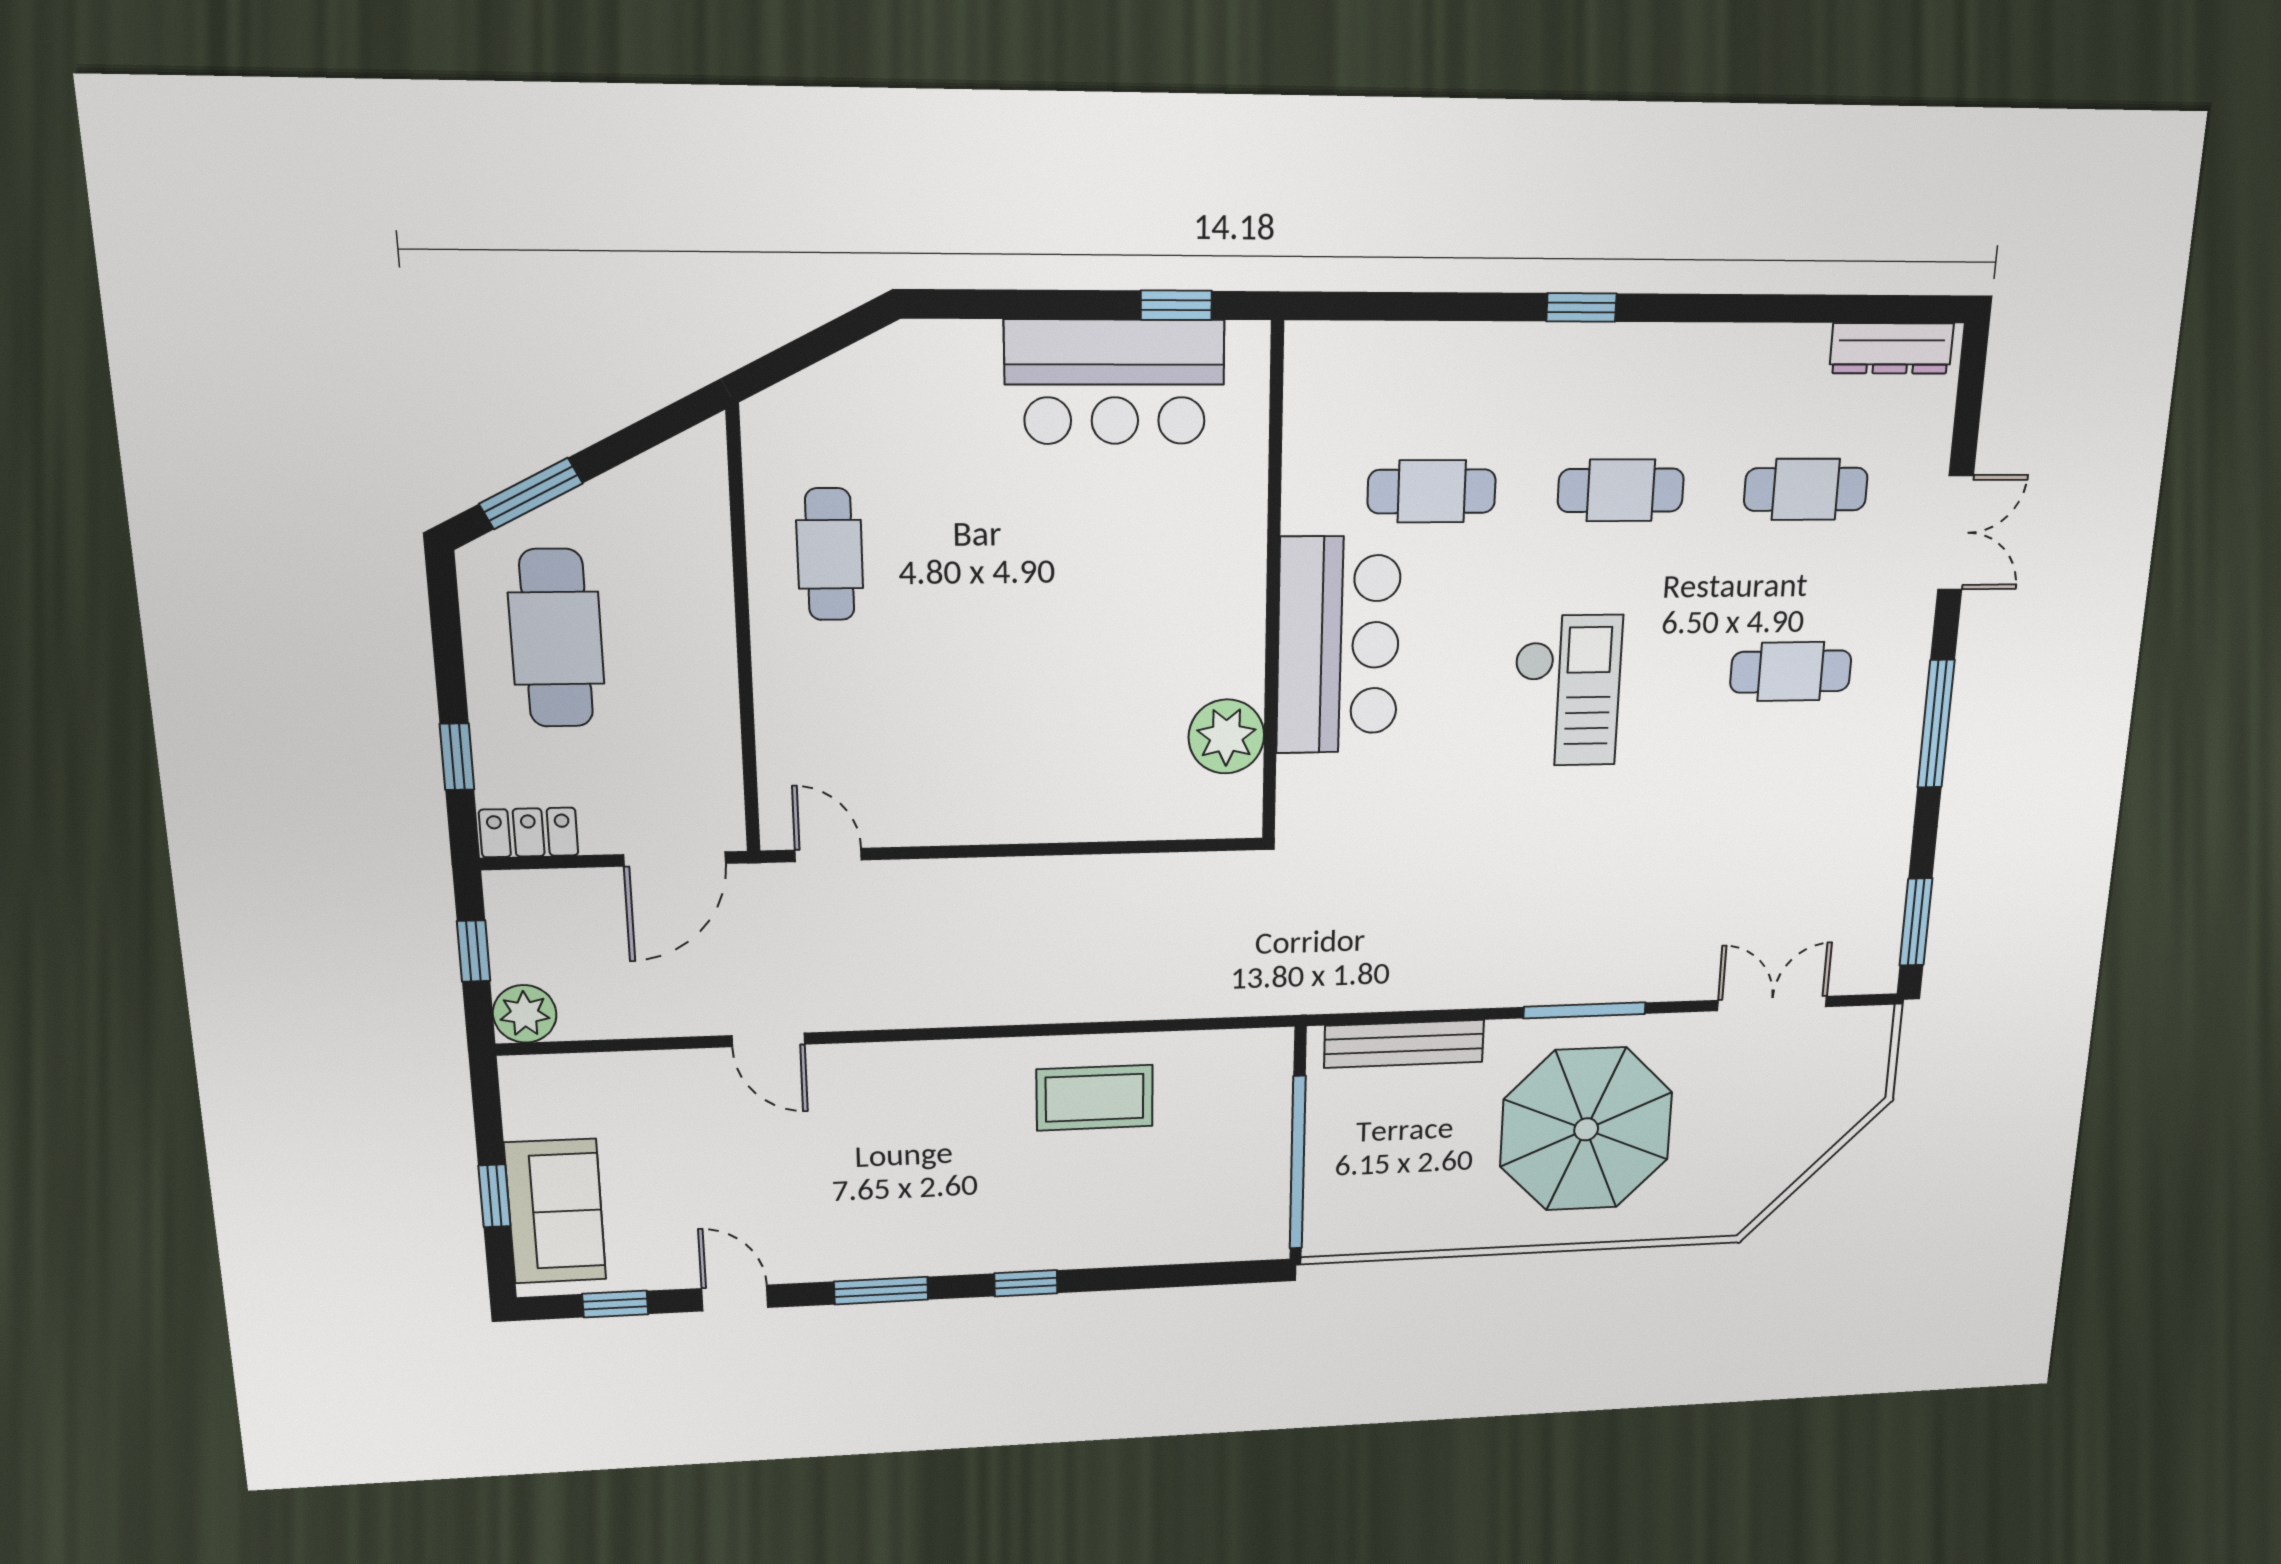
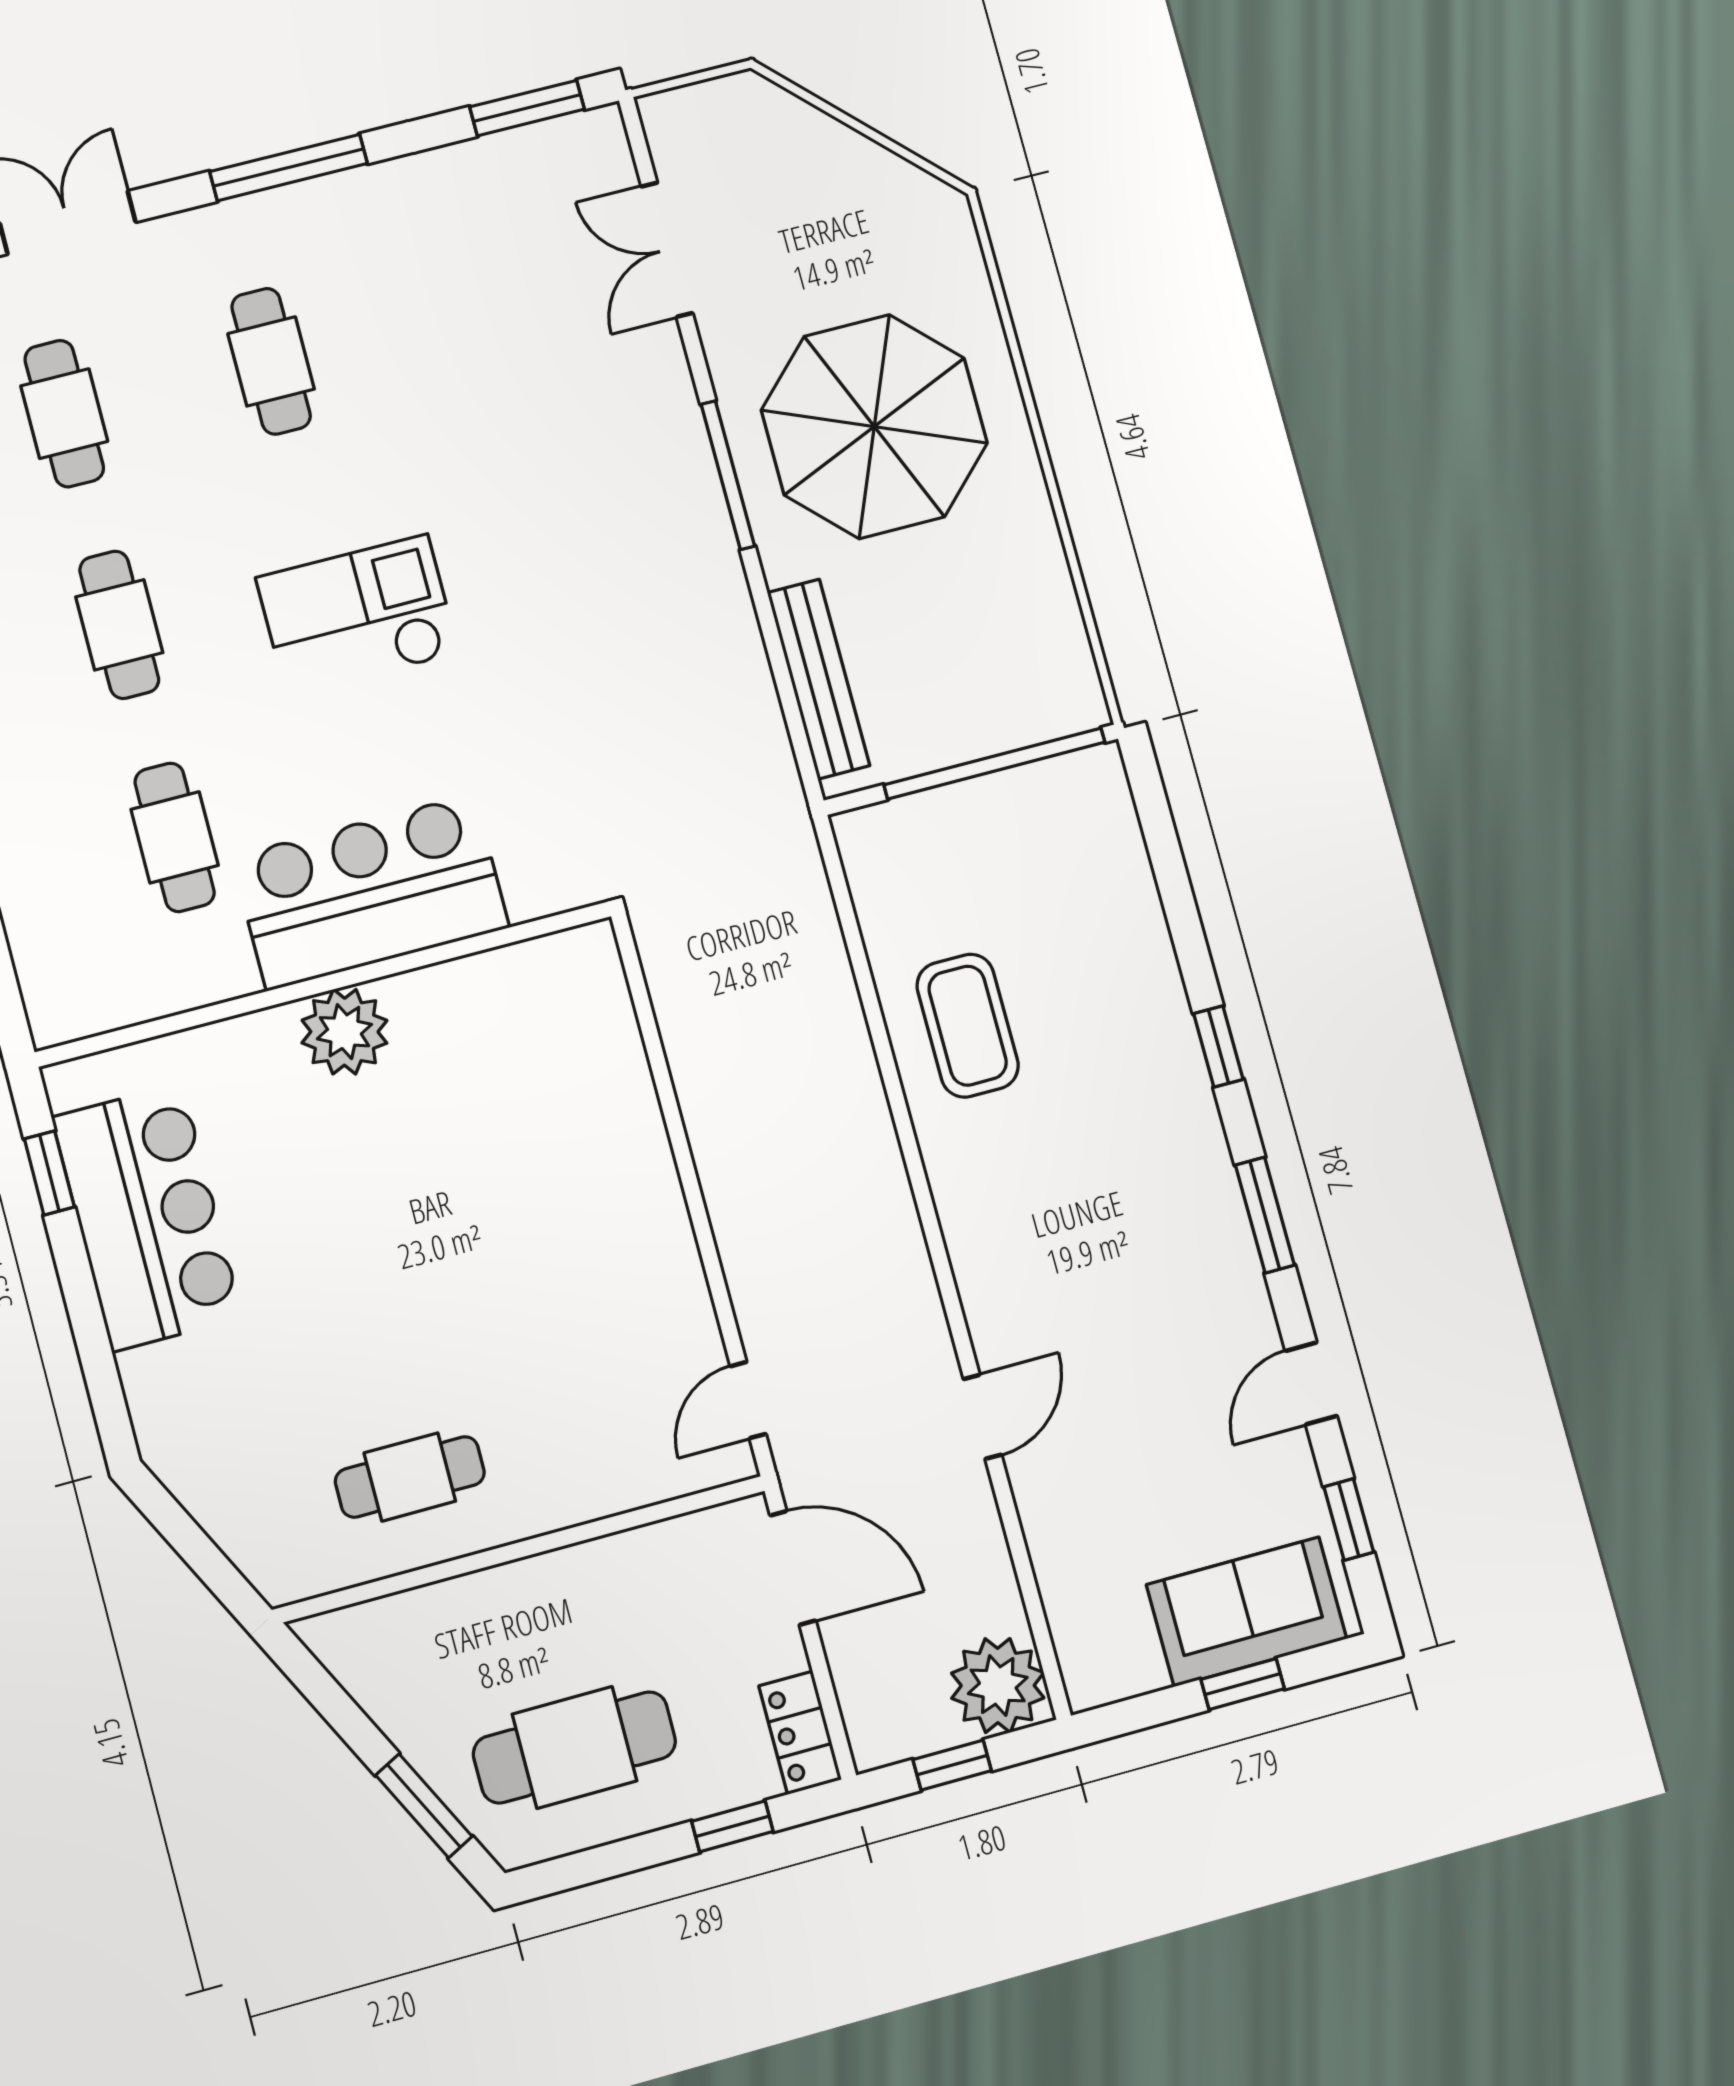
plant: (1226, 736) -> (344, 1032), moved
plant: (525, 1014) -> (998, 1685), width x1.36, depth x1.36

